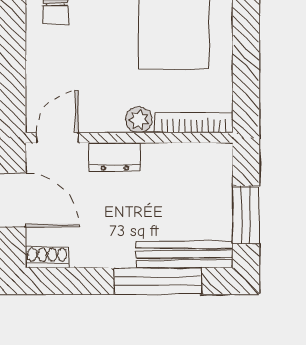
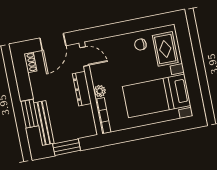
dresser: (115, 157) -> (82, 89), width x1.44
window: (158, 281) -> (30, 114), width x0.69

